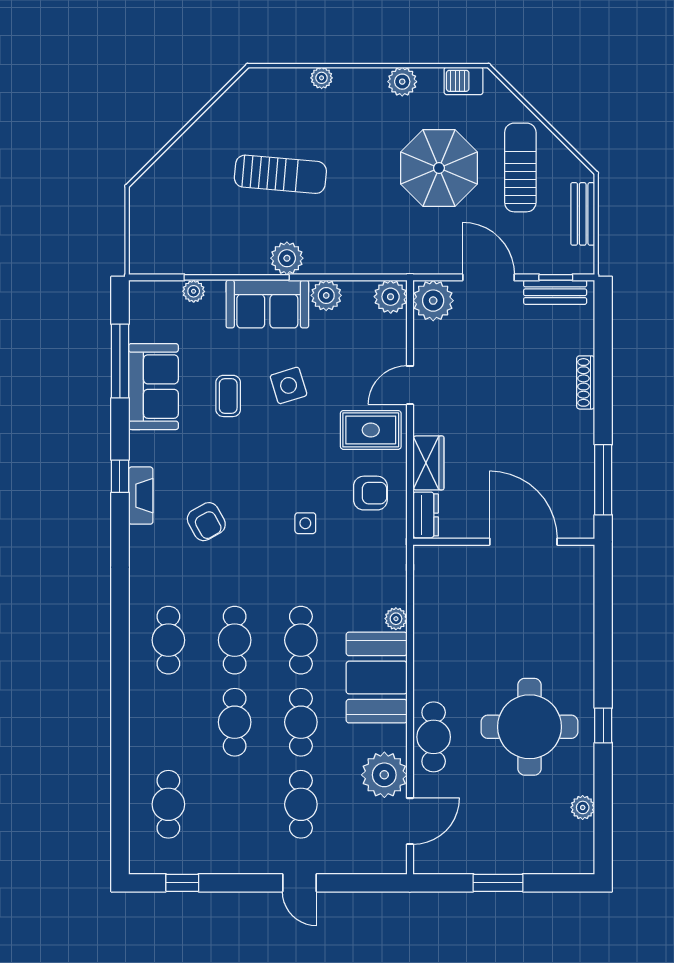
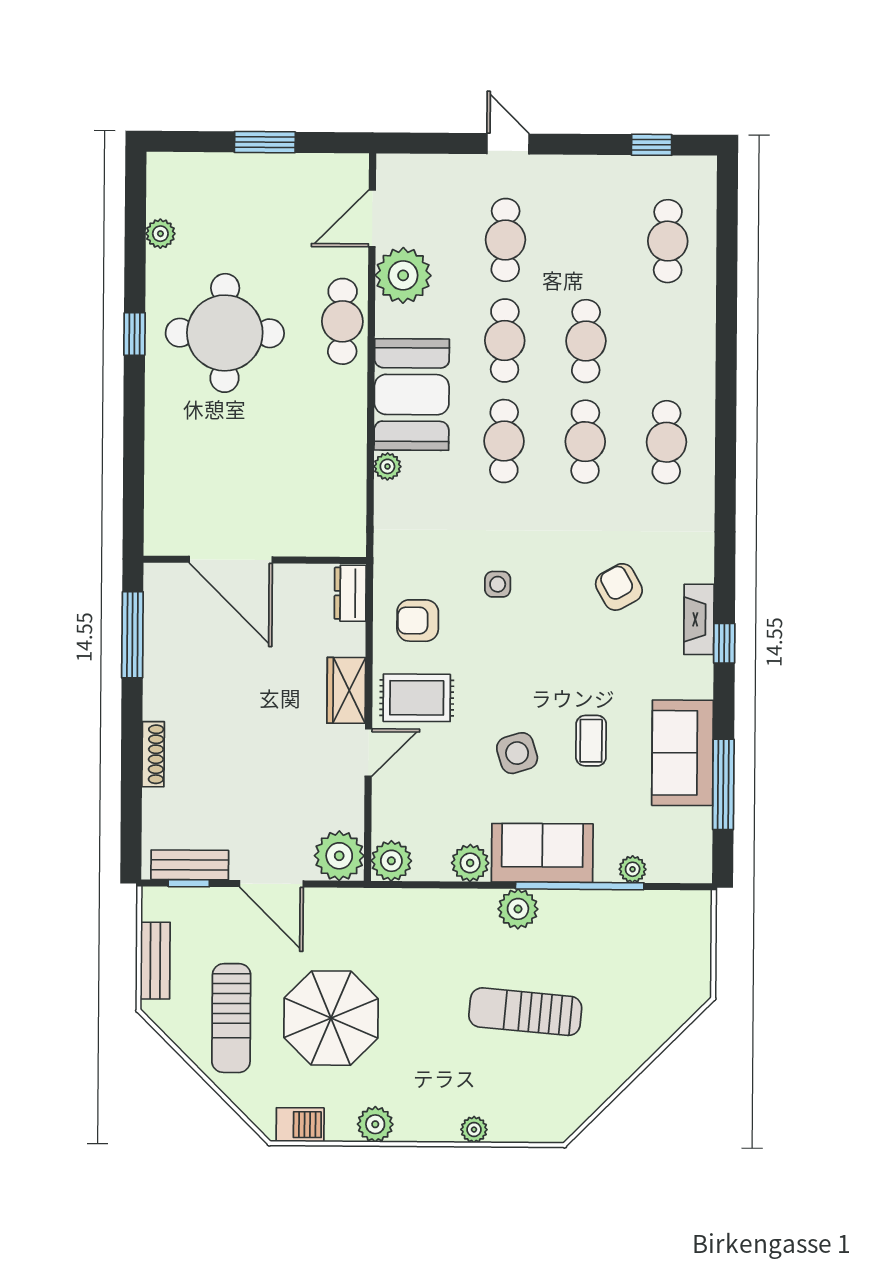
wardrobe: (428, 463) -> (346, 690), moved

